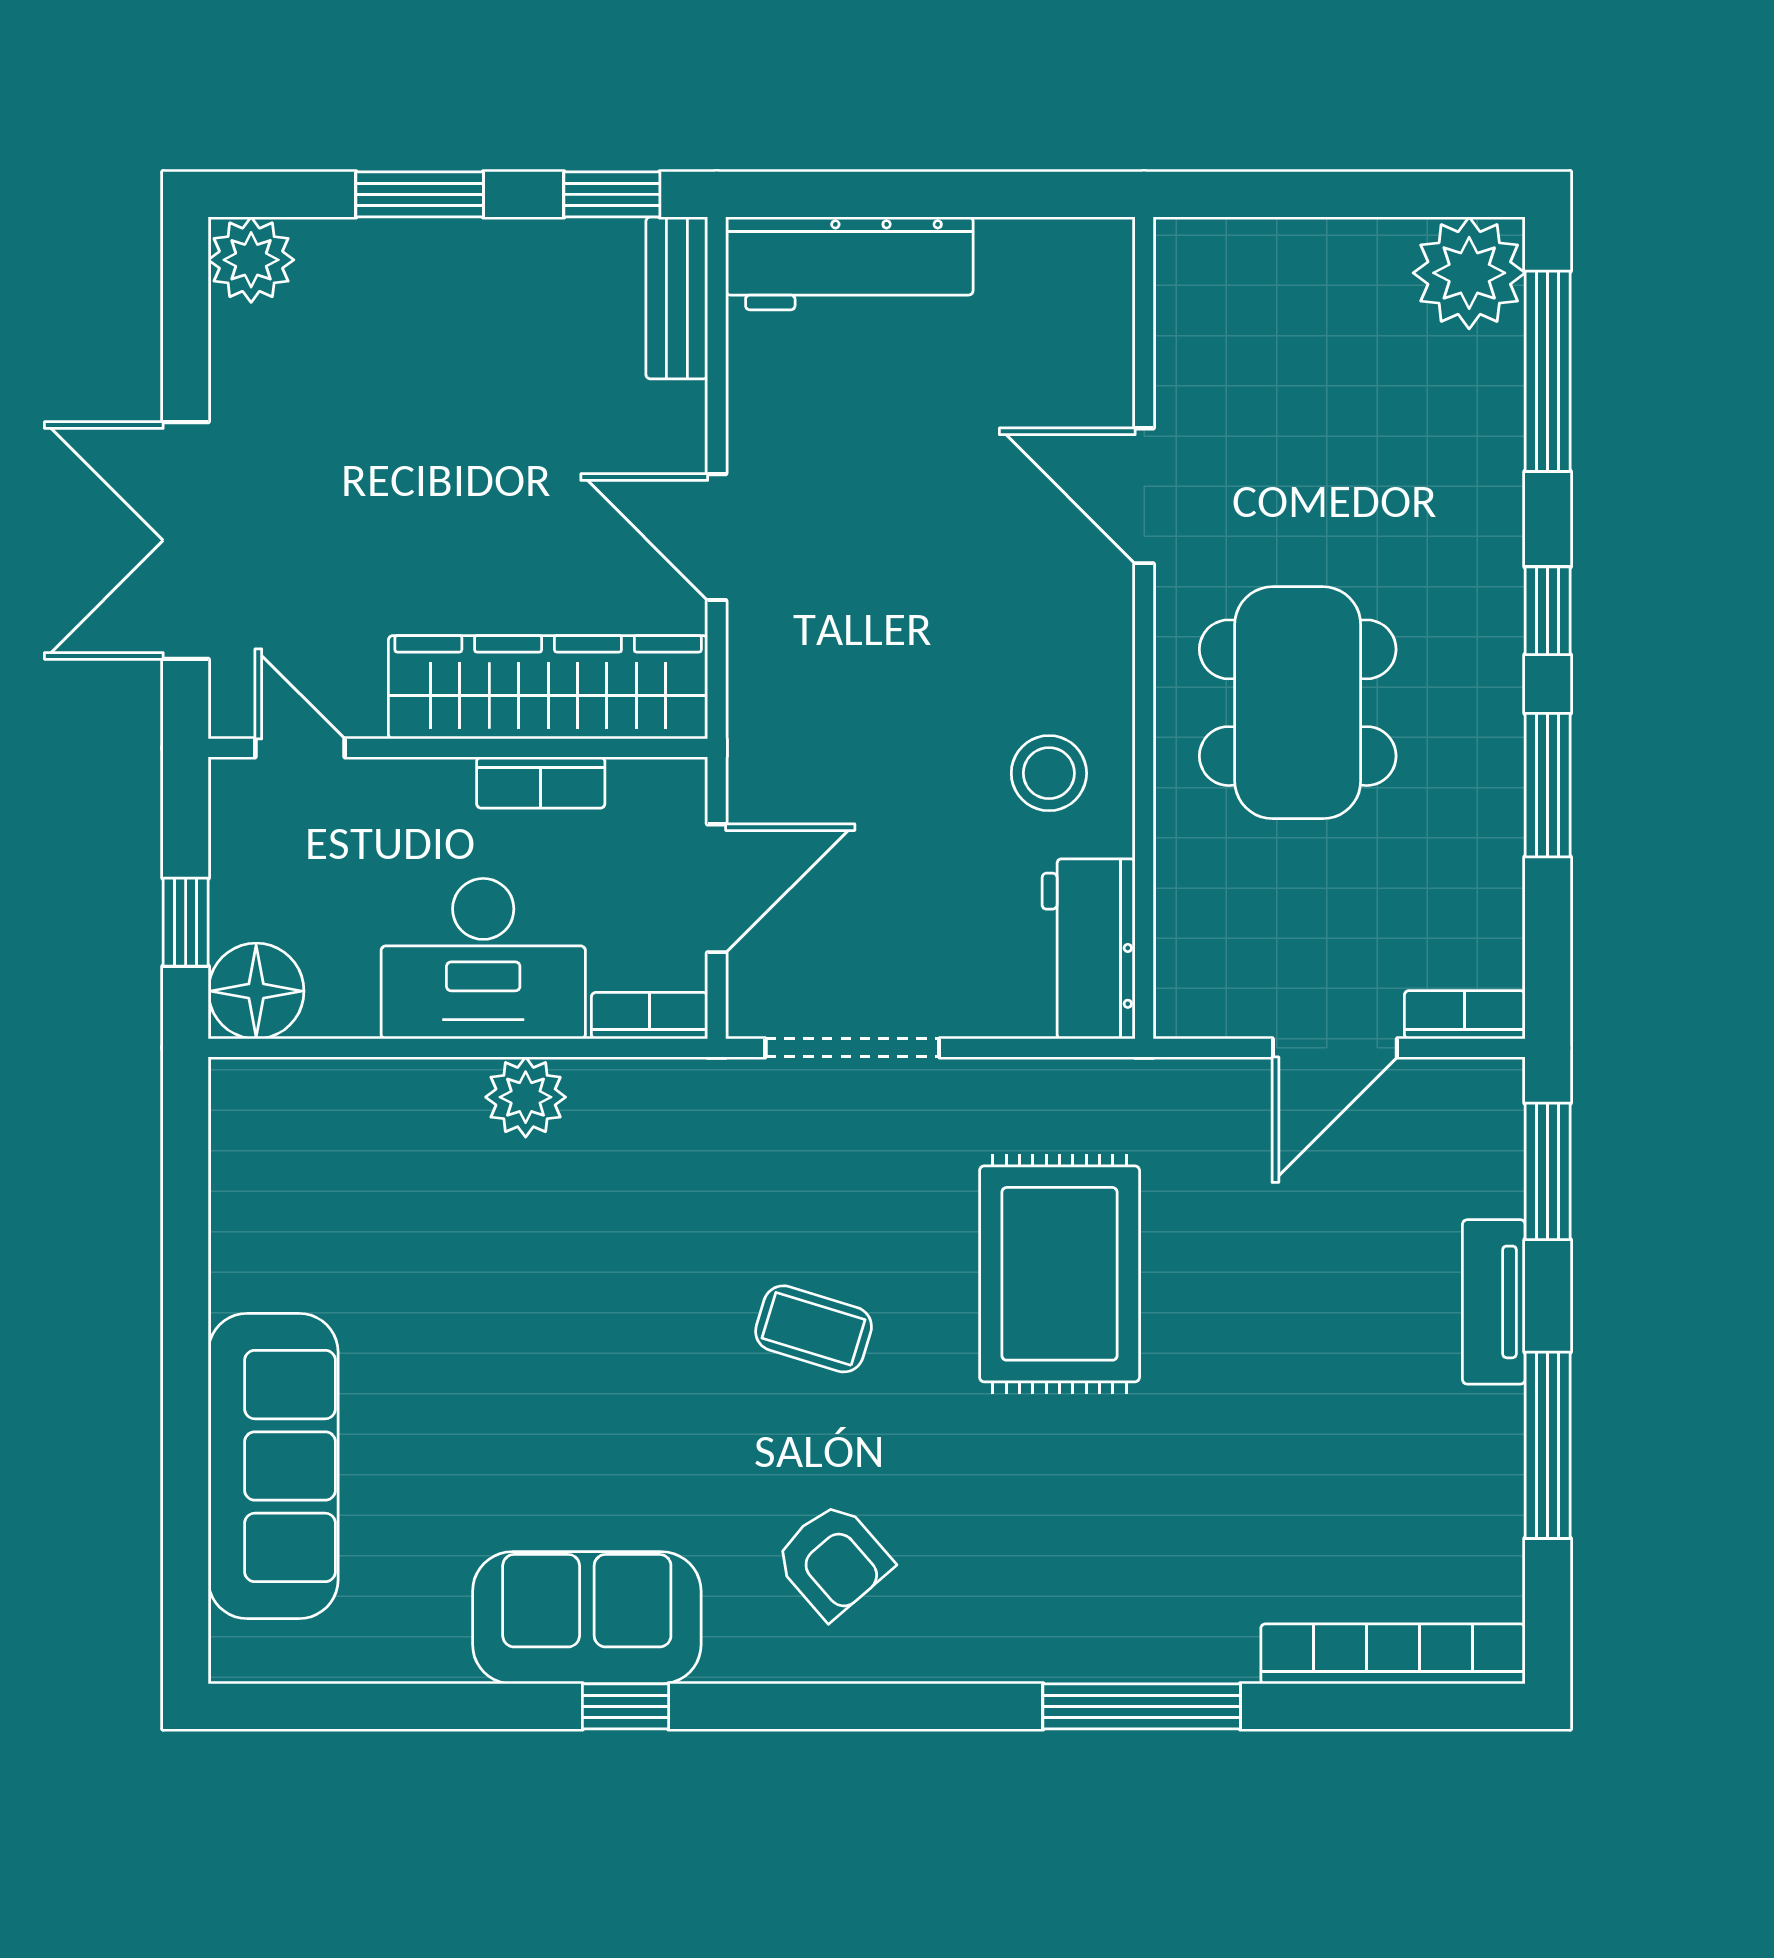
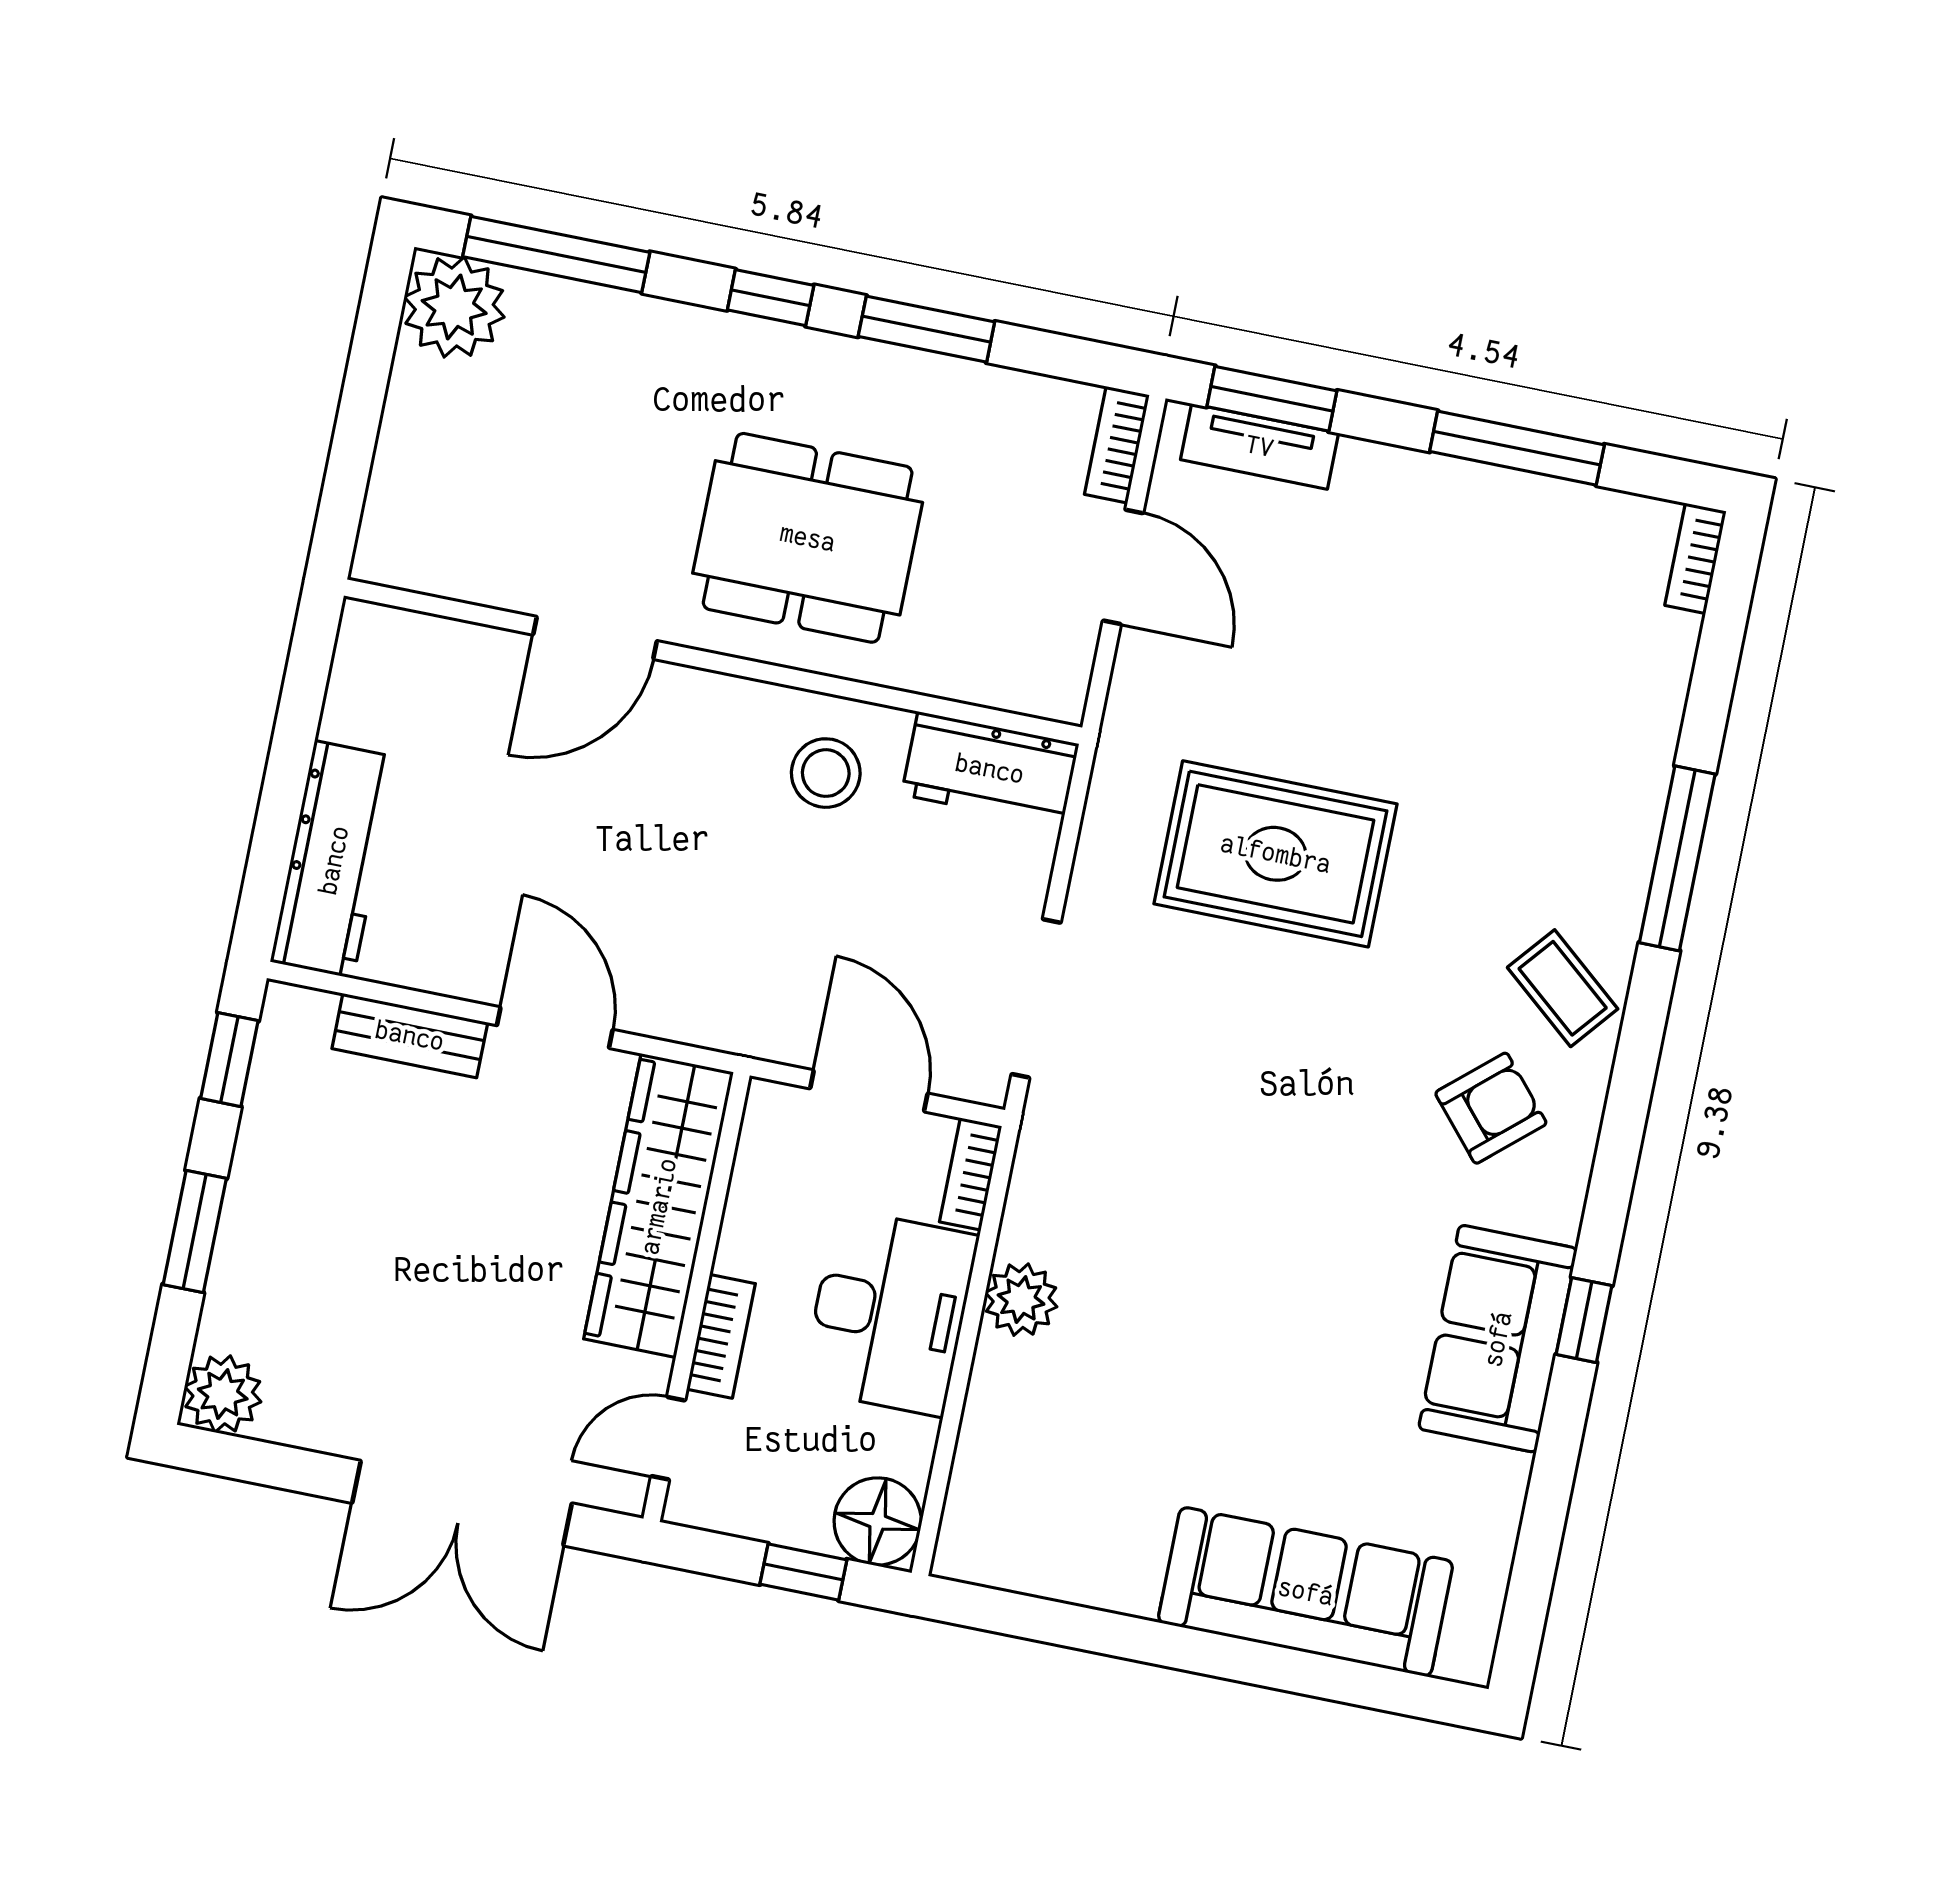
bench: (677, 298) -> (410, 1036), moved
door: (717, 537) -> (555, 1028), swing flipped
bookcase: (541, 783) -> (721, 1336), moved
tv unit: (1494, 1302) -> (1260, 446), moved
coffee table: (814, 1329) -> (1563, 988), moved, turned -67
bookcase: (1393, 1654) -> (1695, 558), width x0.43, depth x0.76

